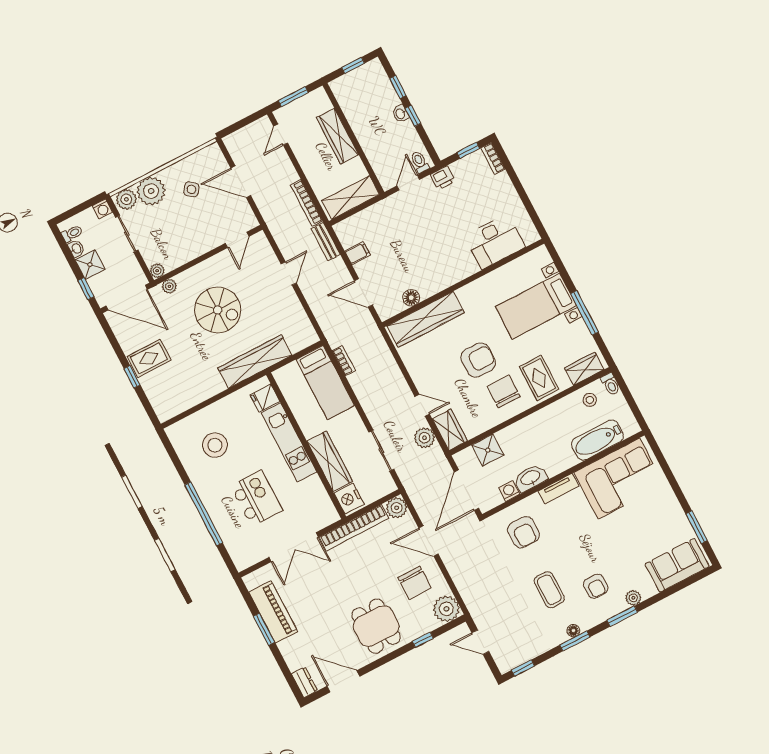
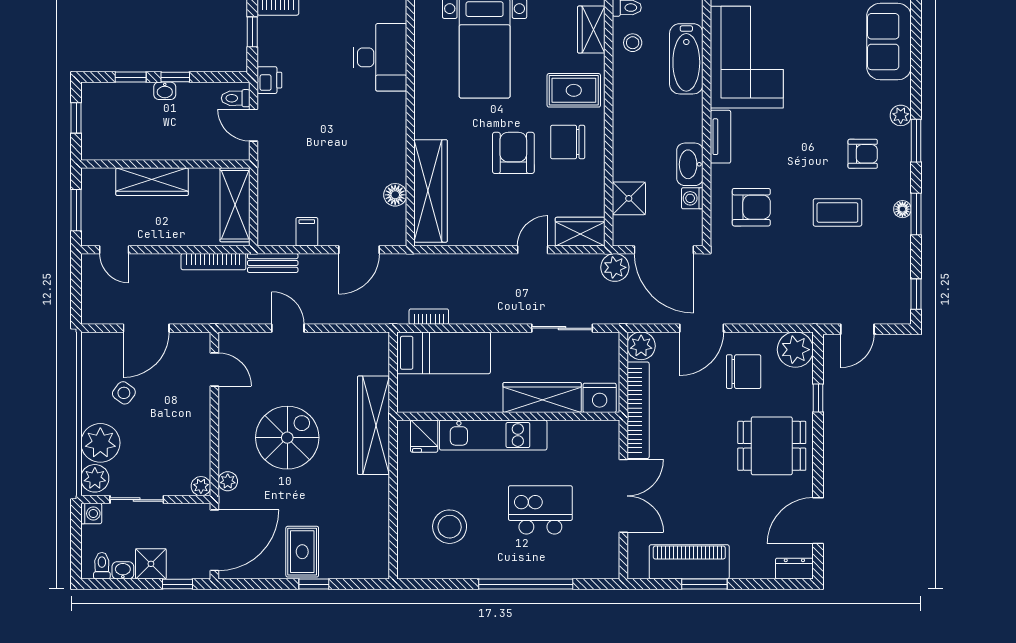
plant: (425, 438) -> (615, 267), moved

